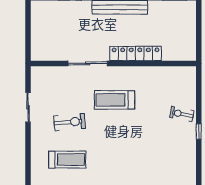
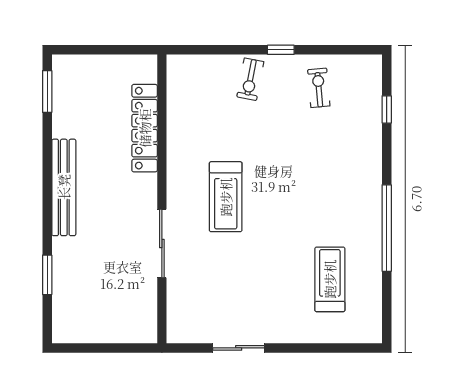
locker: (136, 54) -> (145, 128), moved
exercise bike: (69, 122) -> (319, 88), moved, width x0.73, depth x0.72

